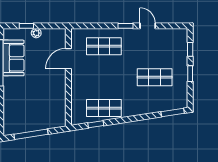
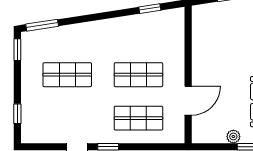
window: (190, 74) -> (17, 50), moved
shop shelf: (104, 108) -> (138, 75), moved

